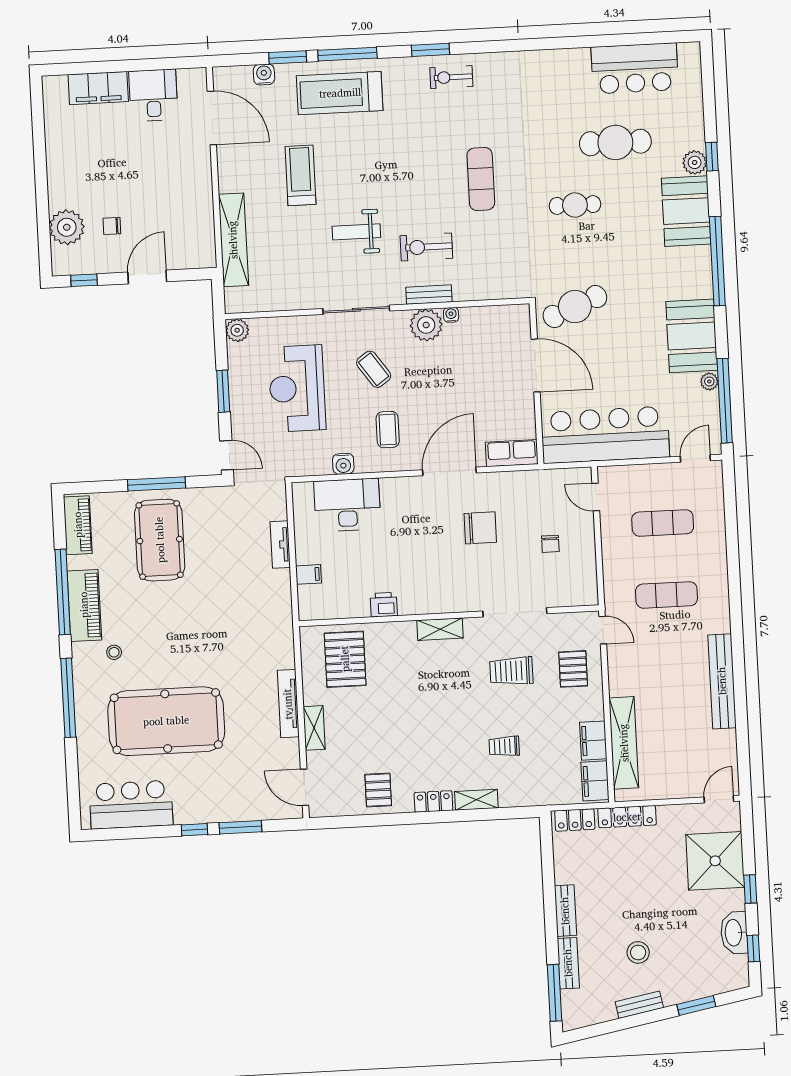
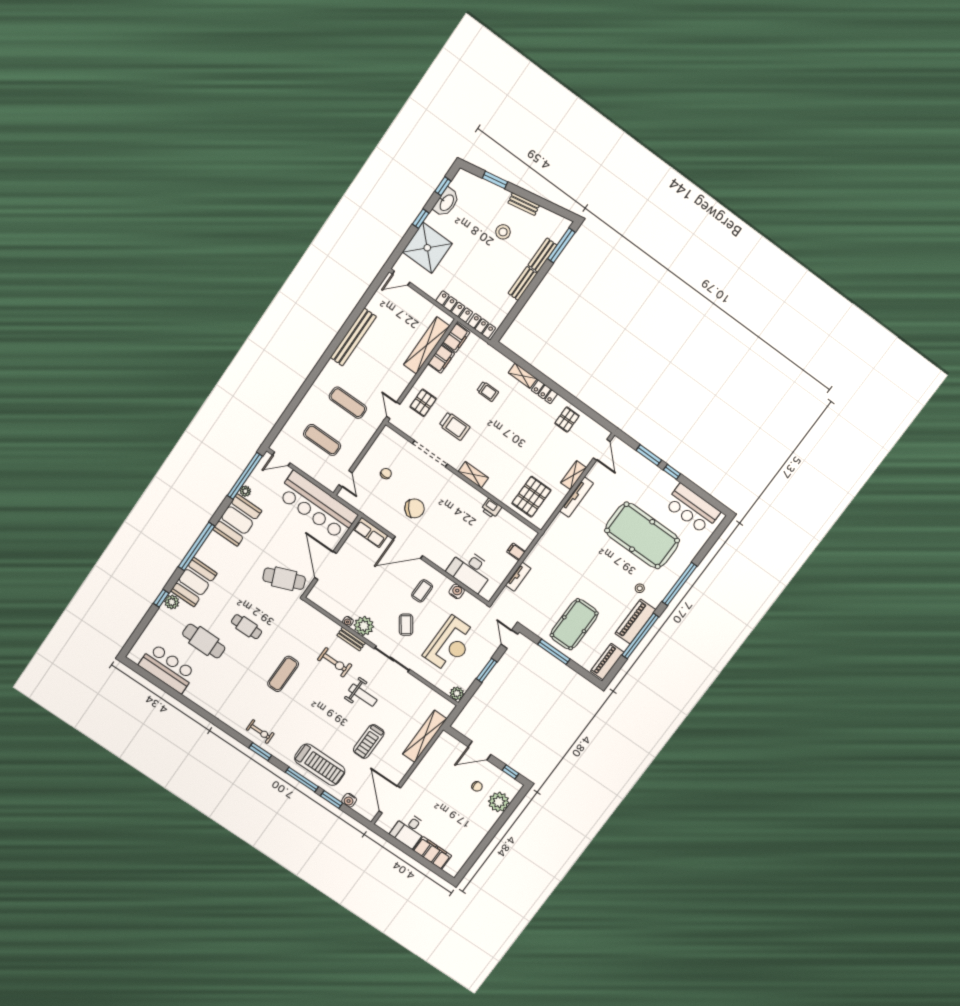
chair: (480, 528) -> (414, 508), turned 140

